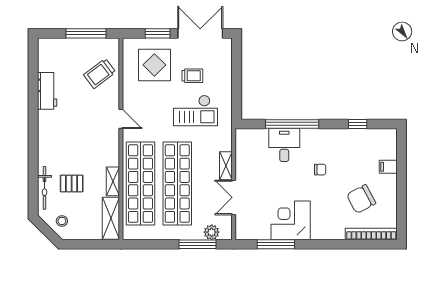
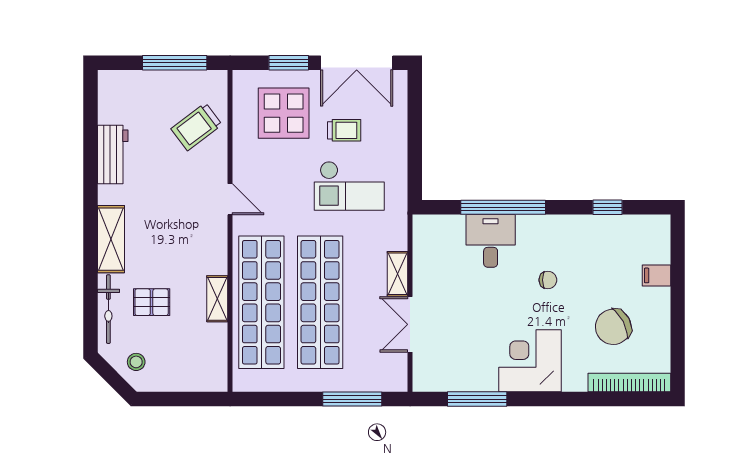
double door: (200, 33) -> (357, 63), swing flipped
shelving: (111, 218) -> (111, 239), moved
corner desk: (291, 220) -> (530, 361), moved
plant: (212, 232) -> (375, 380), removed

